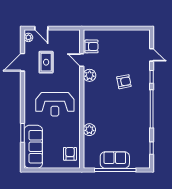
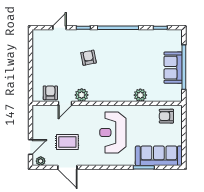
reception desk: (55, 104) -> (113, 132), turned 180

